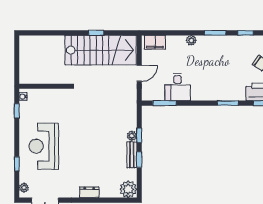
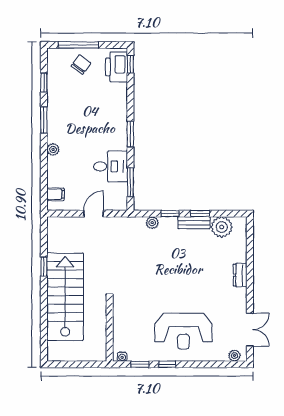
filing cabinet: (155, 42) -> (55, 194), width x0.50
stairs: (101, 50) -> (65, 297), moved
door: (139, 73) -> (94, 214), hinge flipped
window: (228, 103) -> (130, 134), moved
plant: (132, 136) -> (152, 223), moved
window: (17, 164) -> (167, 364), moved
plant: (128, 189) -> (222, 227), moved

